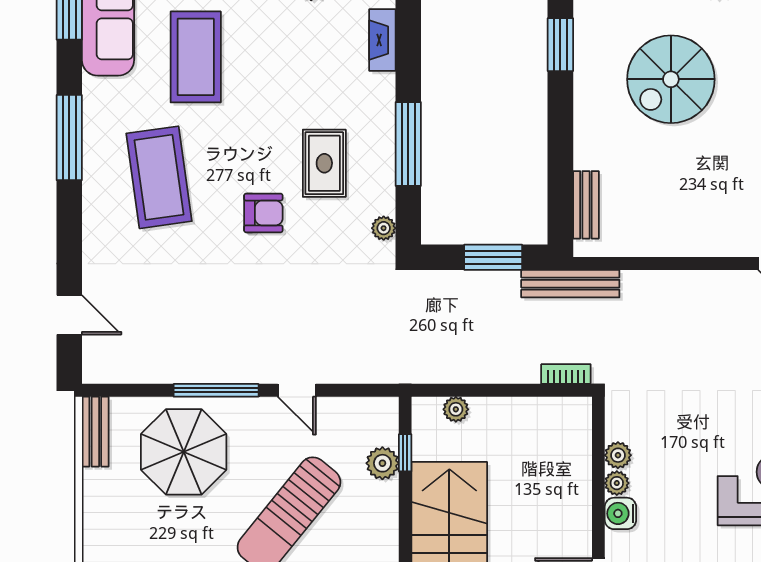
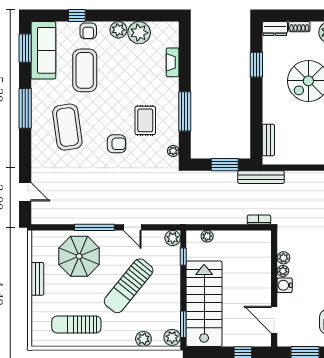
bench: (95, 432) -> (37, 279), moved
plant: (382, 463) -> (173, 238), moved

